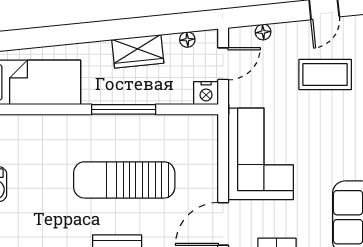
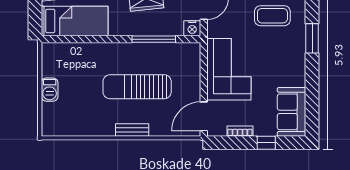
window: (124, 109) -> (154, 39), moved

